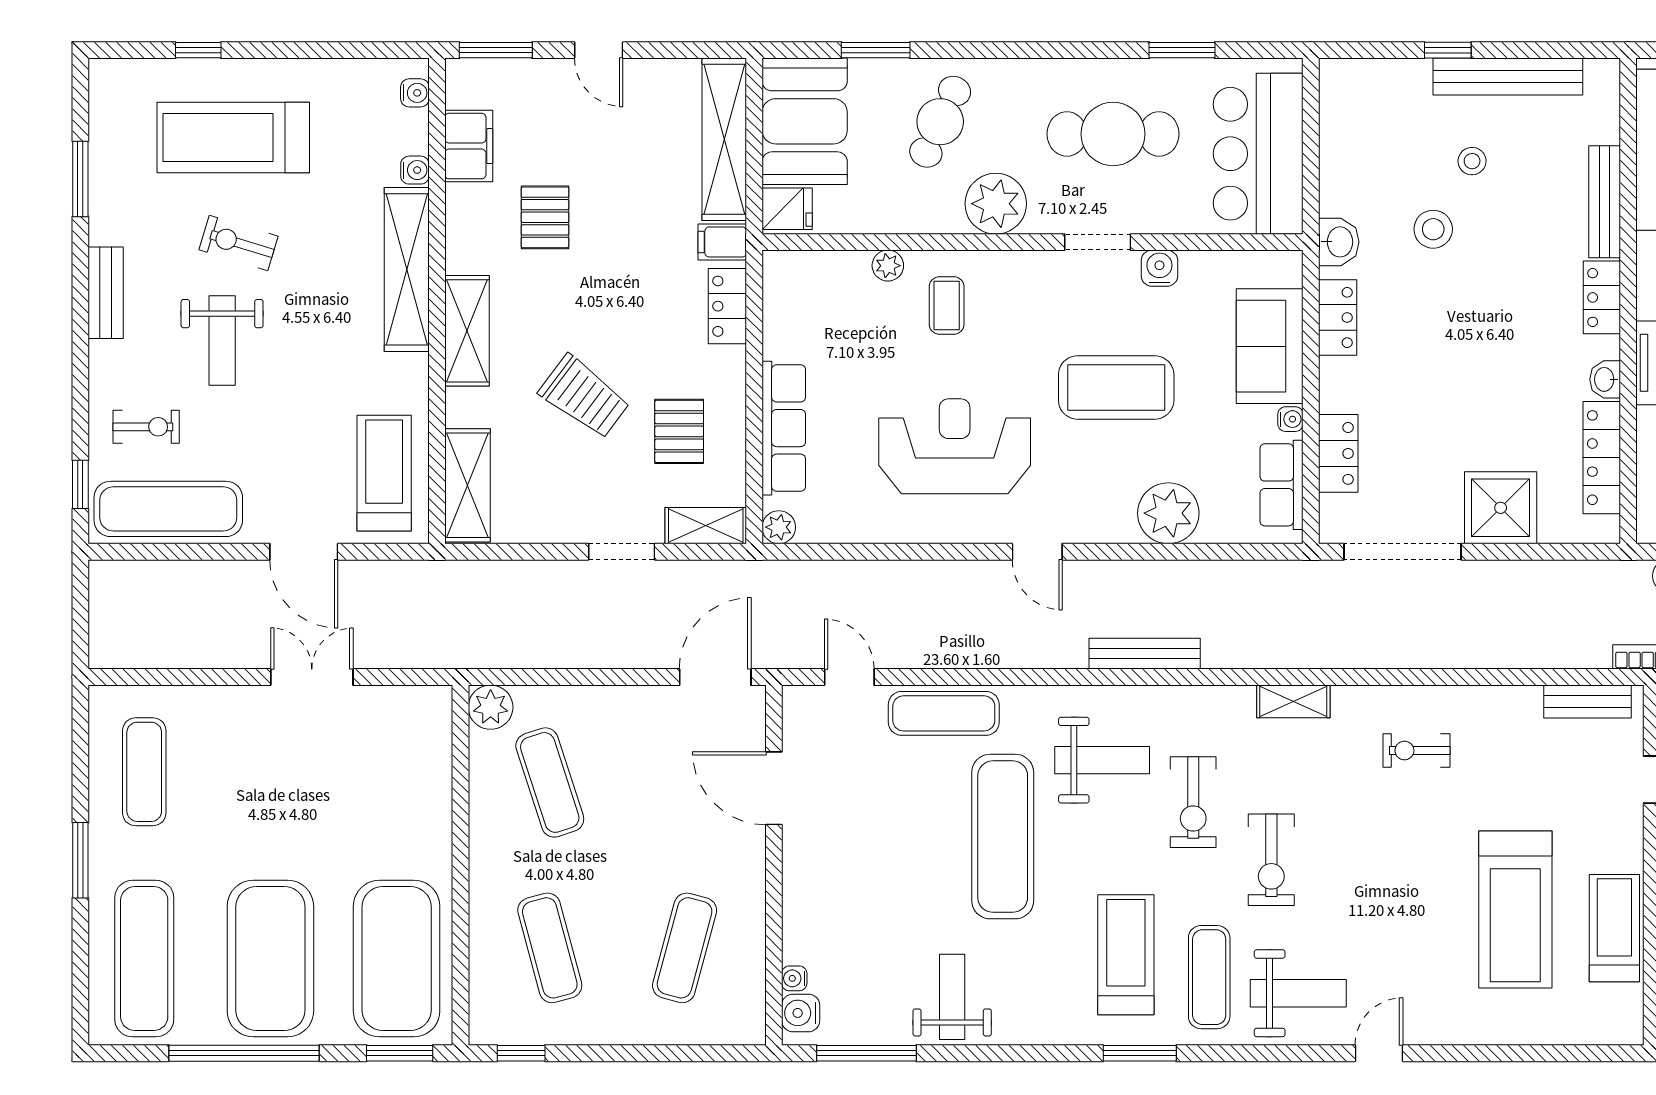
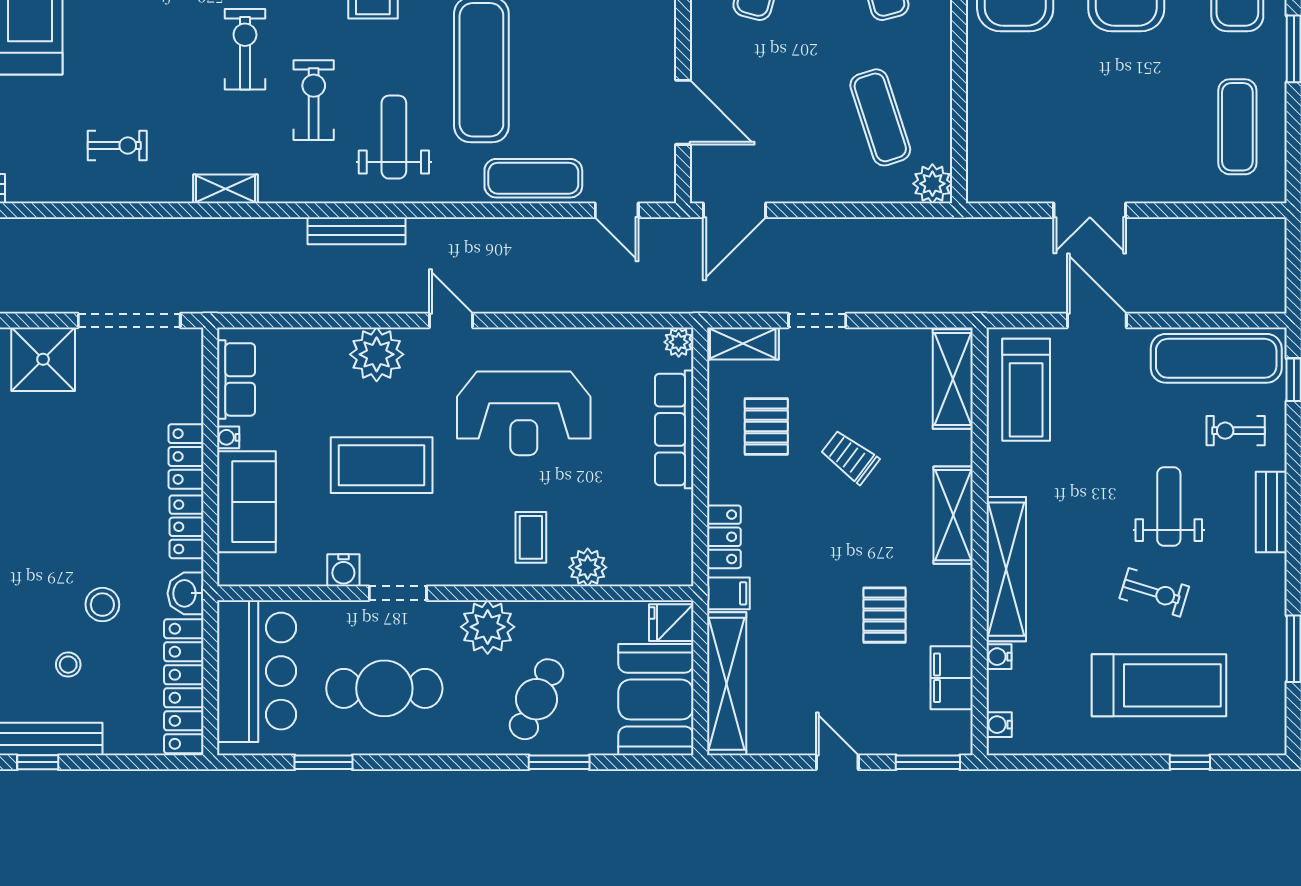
window: (876, 50) -> (559, 762), moved
window: (1448, 50) -> (38, 762), moved
locker: (1341, 136) -> (184, 686), added
plant: (888, 266) -> (588, 567), width x1.38, depth x1.38
bench: (106, 293) -> (1271, 512), moved
trolley: (584, 397) -> (850, 457), width x0.73, depth x0.72
locker: (1338, 453) -> (186, 456), moved
plant: (1168, 513) -> (377, 354), moved
weight bench: (1102, 760) -> (394, 137), turned 90

